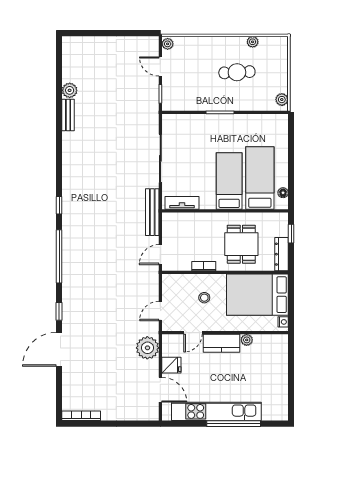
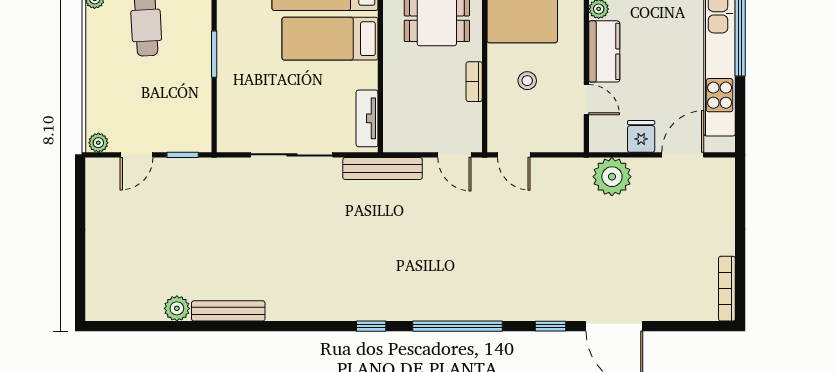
bench: (68, 115) -> (228, 311), width x1.36
door: (160, 311) -> (514, 155), moved

